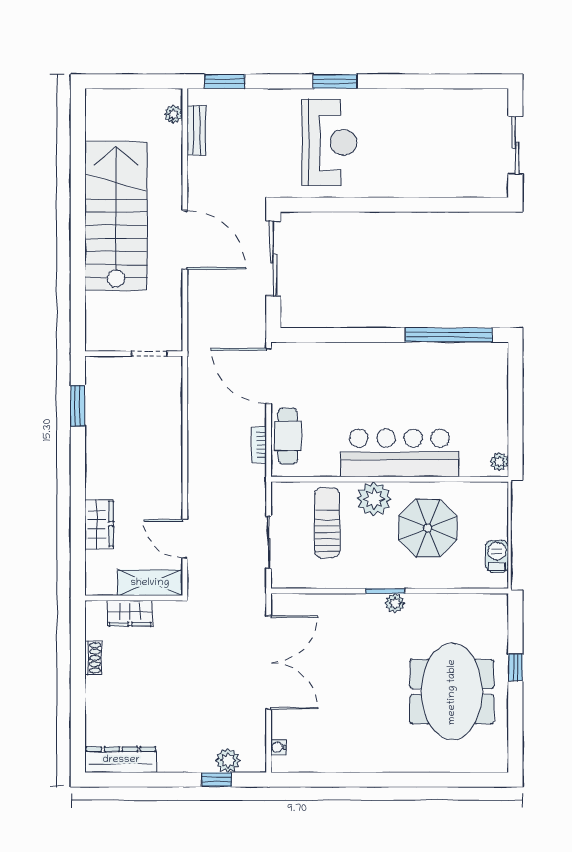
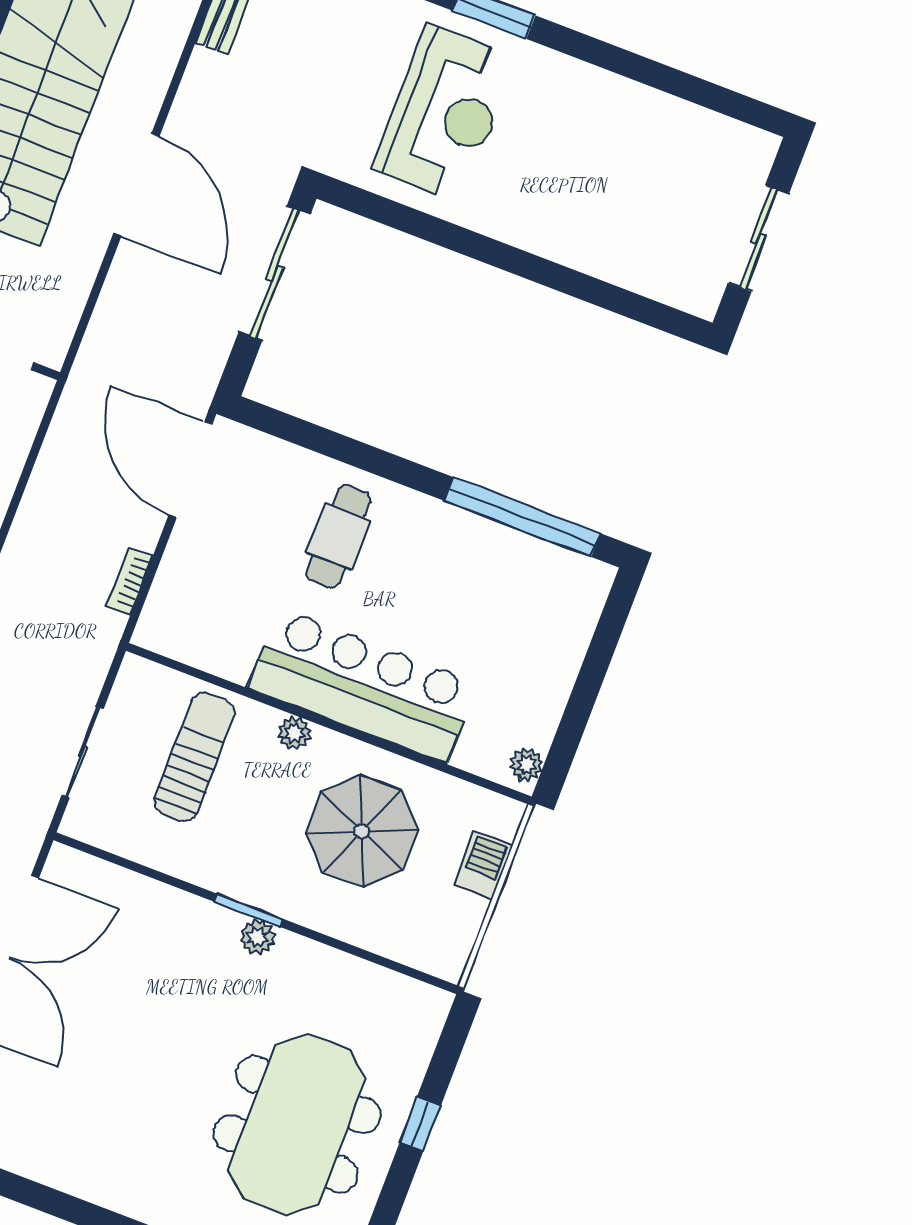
cafe table: (288, 436) -> (338, 536), moved
plant: (374, 499) -> (294, 733), width x0.53, depth x0.53
barbecue: (497, 556) -> (483, 865), moved

